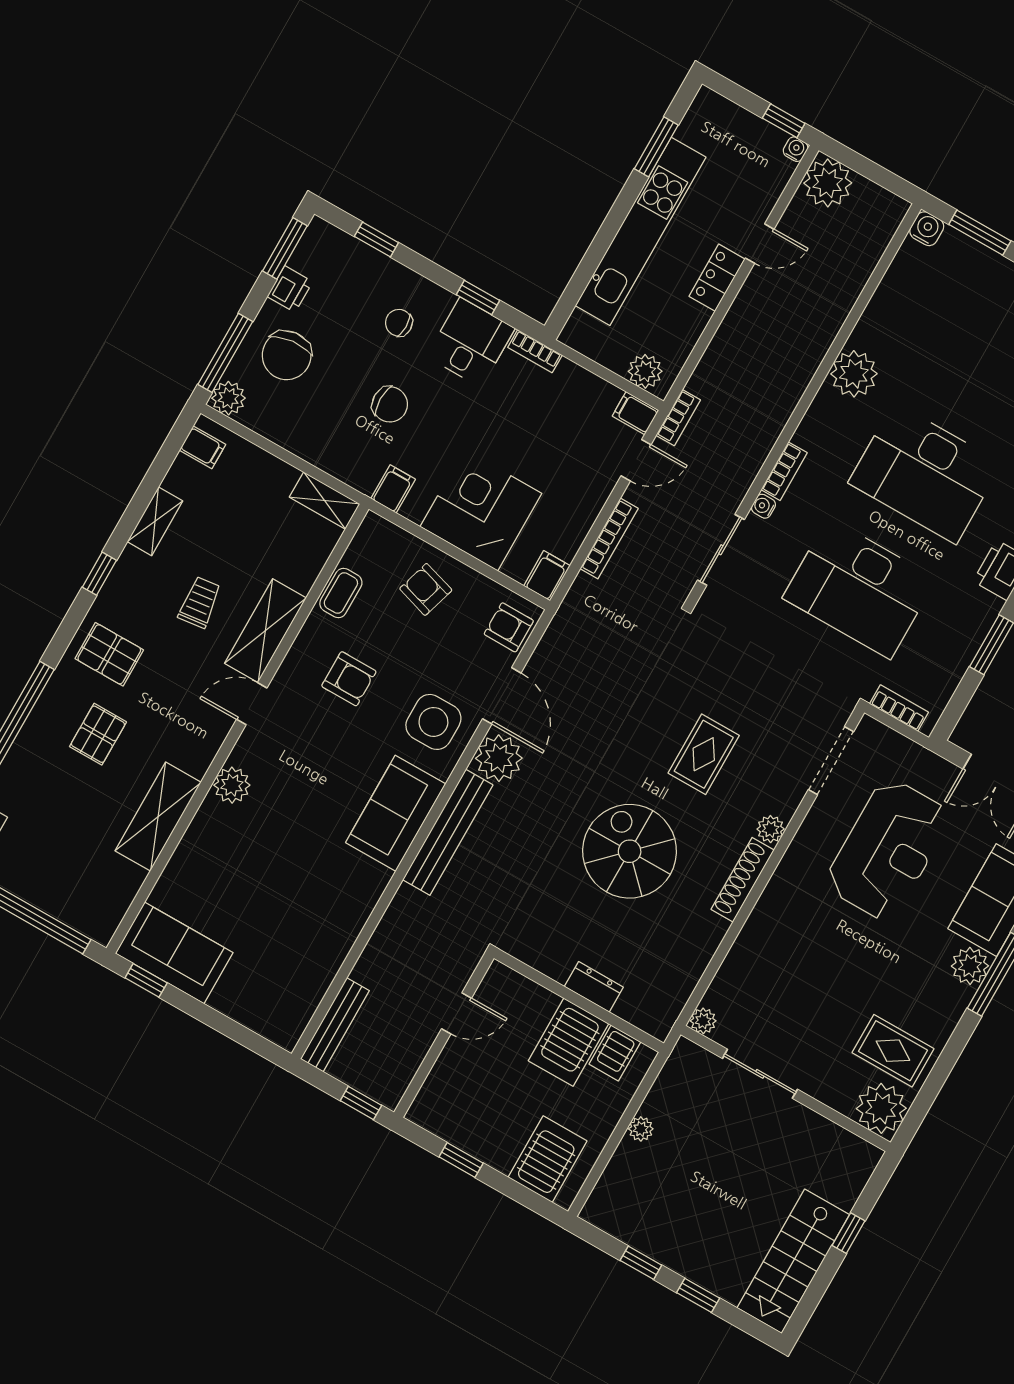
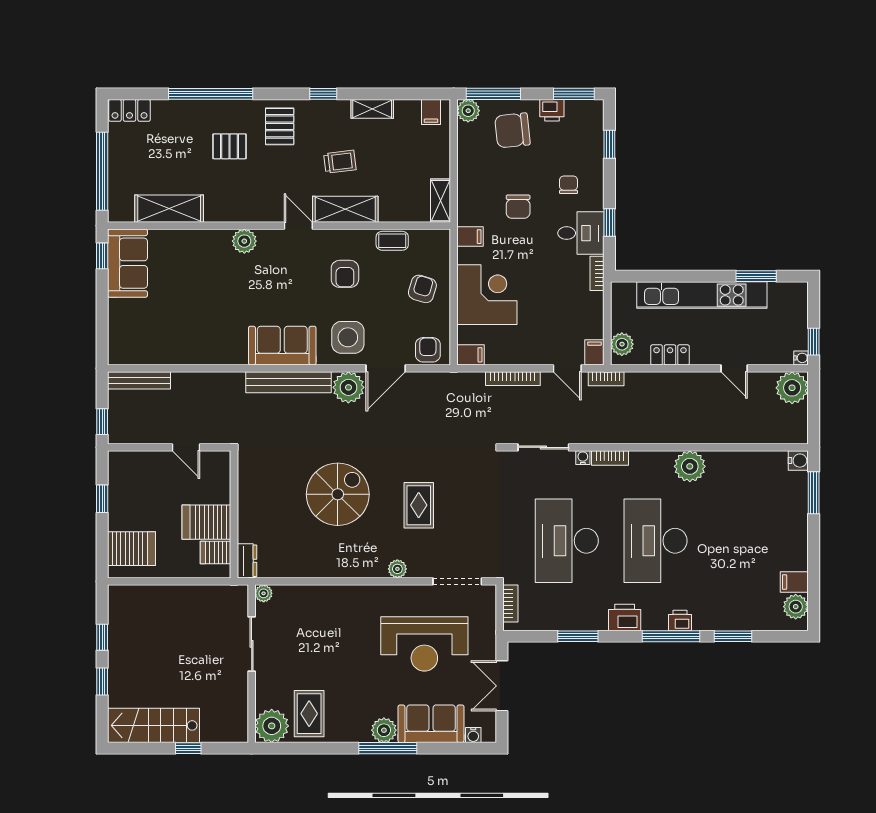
locker: (717, 278) -> (670, 355), moved
rug: (704, 754) -> (419, 505), turned 90
shelving: (158, 817) -> (169, 209), moved
shoe rack: (743, 880) -> (359, 569), removed
dresser: (594, 987) -> (247, 561), moved
plant: (641, 1129) -> (180, 593), removed

